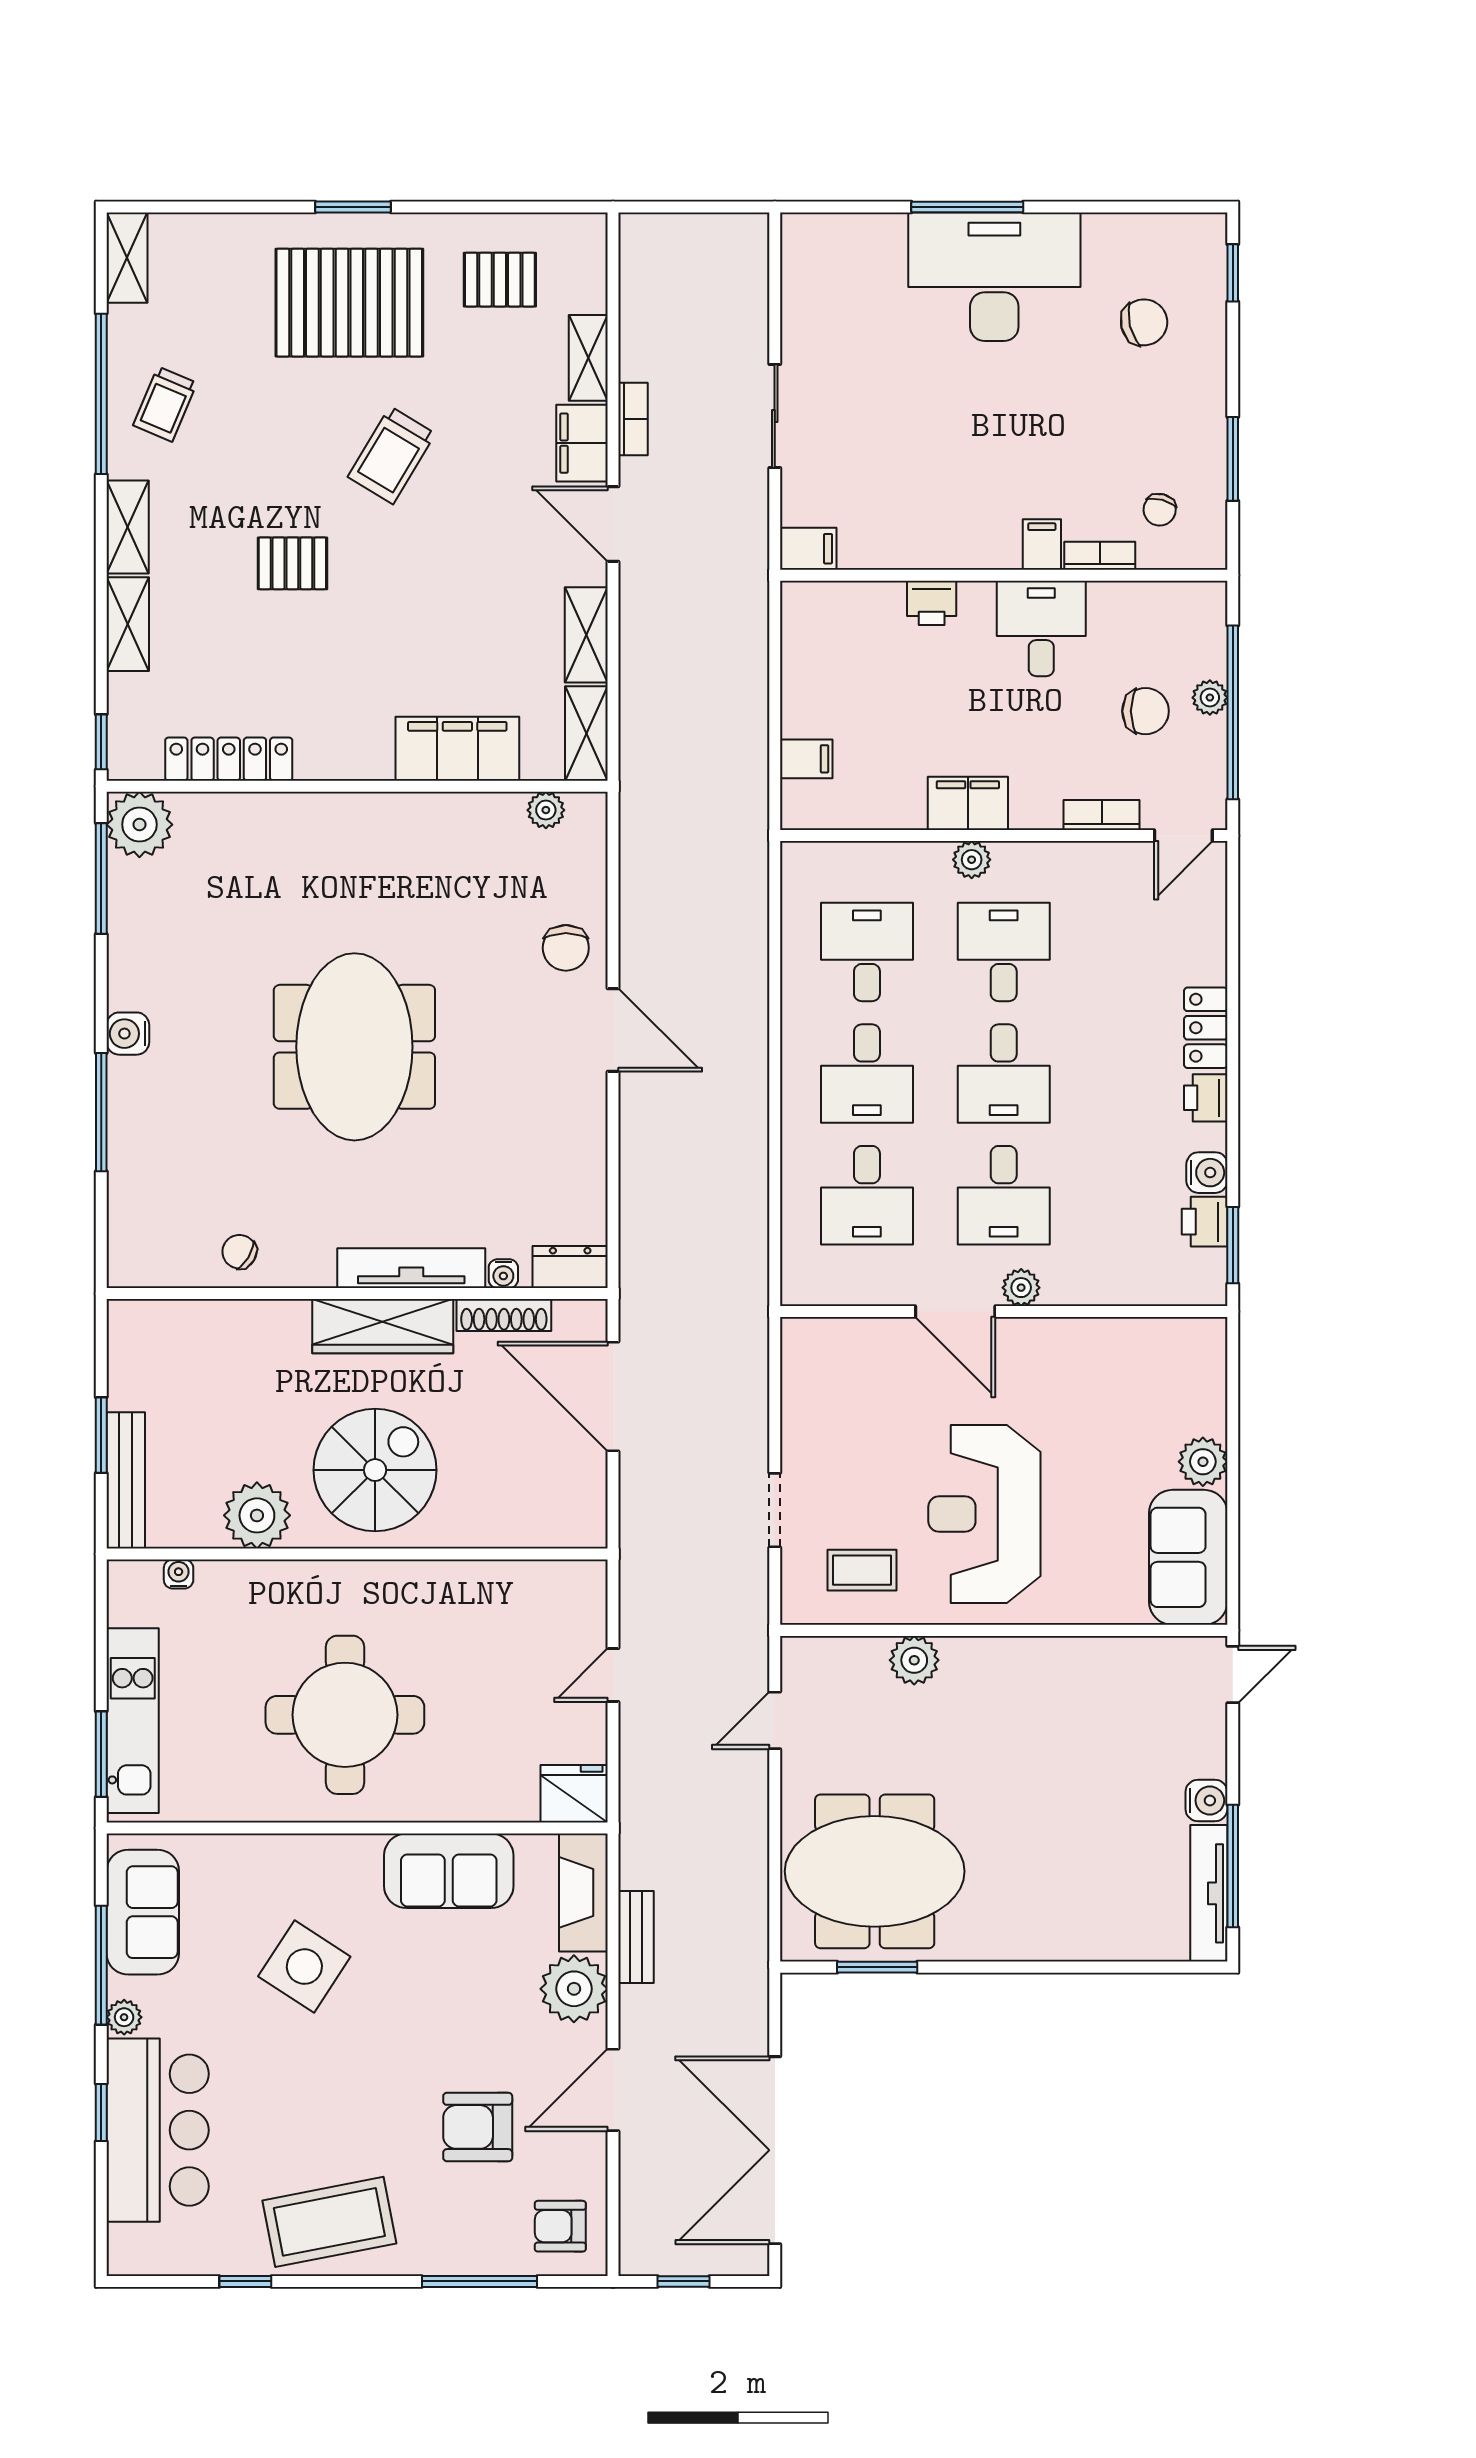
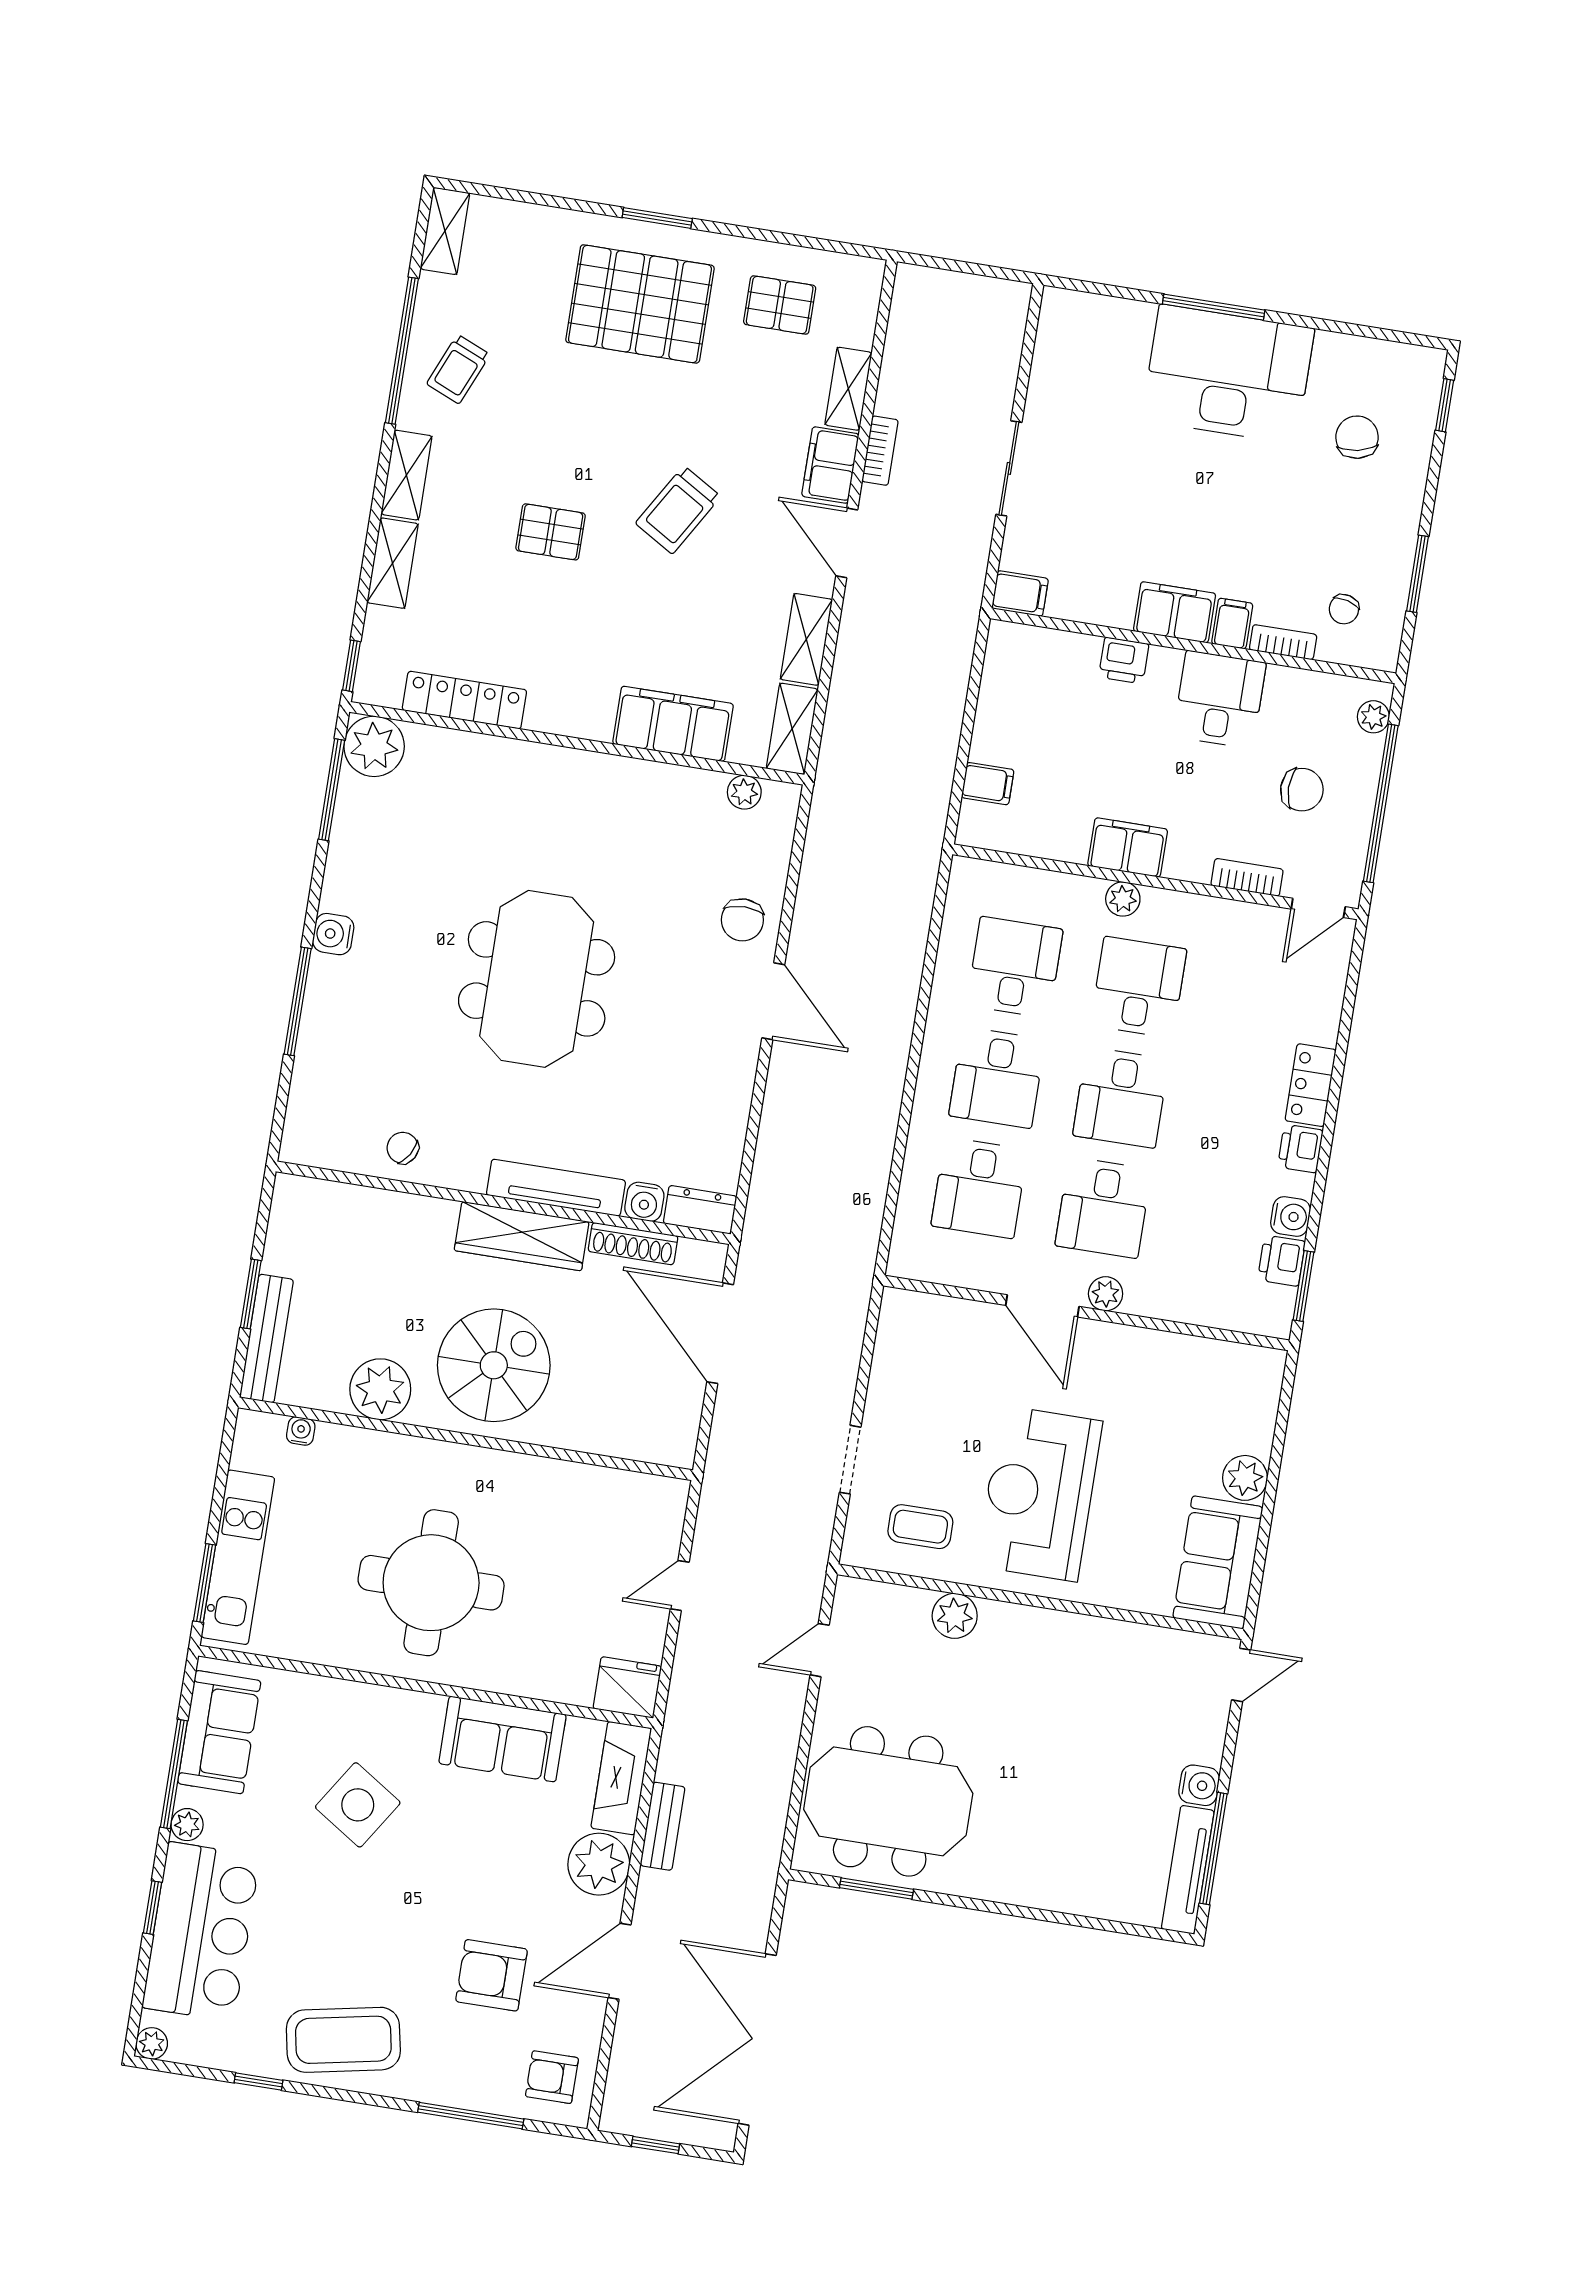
chair: (1144, 322) -> (1357, 437), turned -88
trolley: (392, 455) -> (678, 510), moved
filing cabinet: (978, 542) -> (1175, 612), added
plant: (1210, 698) -> (1373, 717), moved
water cooler: (503, 1274) -> (644, 1202), width x1.38, depth x1.38
plant: (124, 2259) -> (152, 2043), added

